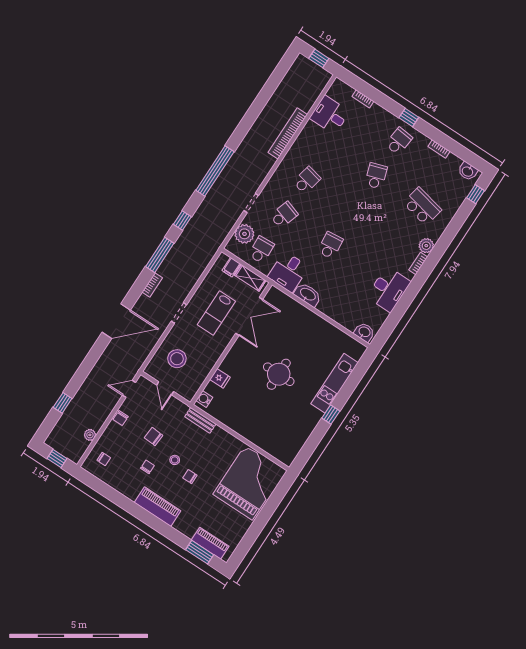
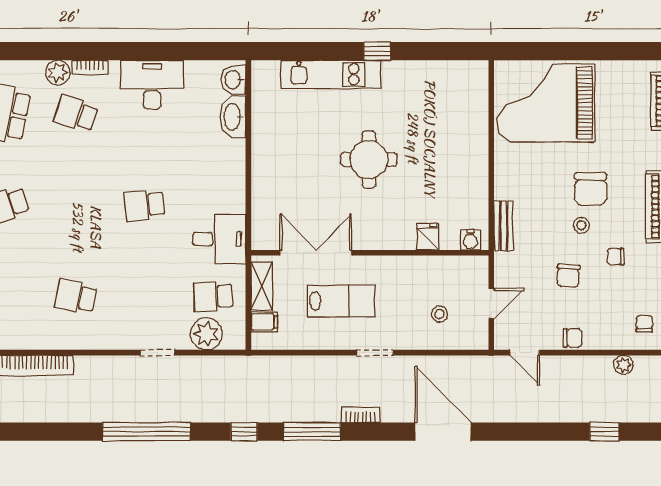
school desk: (284, 215) -> (76, 114), moved
washbasin: (308, 295) -> (233, 117), moved
stool: (177, 359) -> (440, 314), width x0.53, depth x0.53
chair: (190, 477) -> (590, 189), width x1.87, depth x1.87

